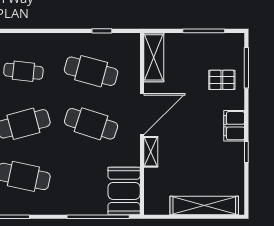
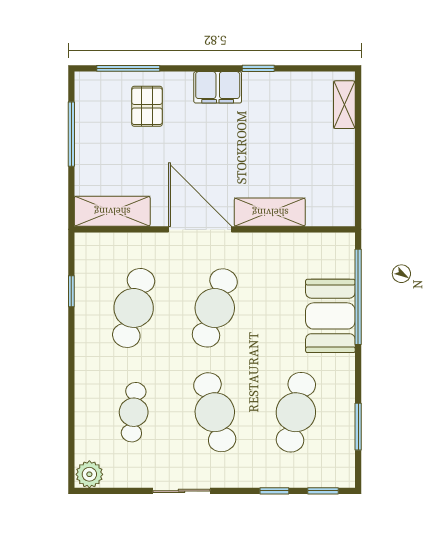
shelving: (151, 152) -> (270, 212), width x1.50, depth x1.33
booth: (124, 191) -> (330, 316), moved, turned 90
shelving: (204, 205) -> (344, 105), width x0.45, depth x0.75

